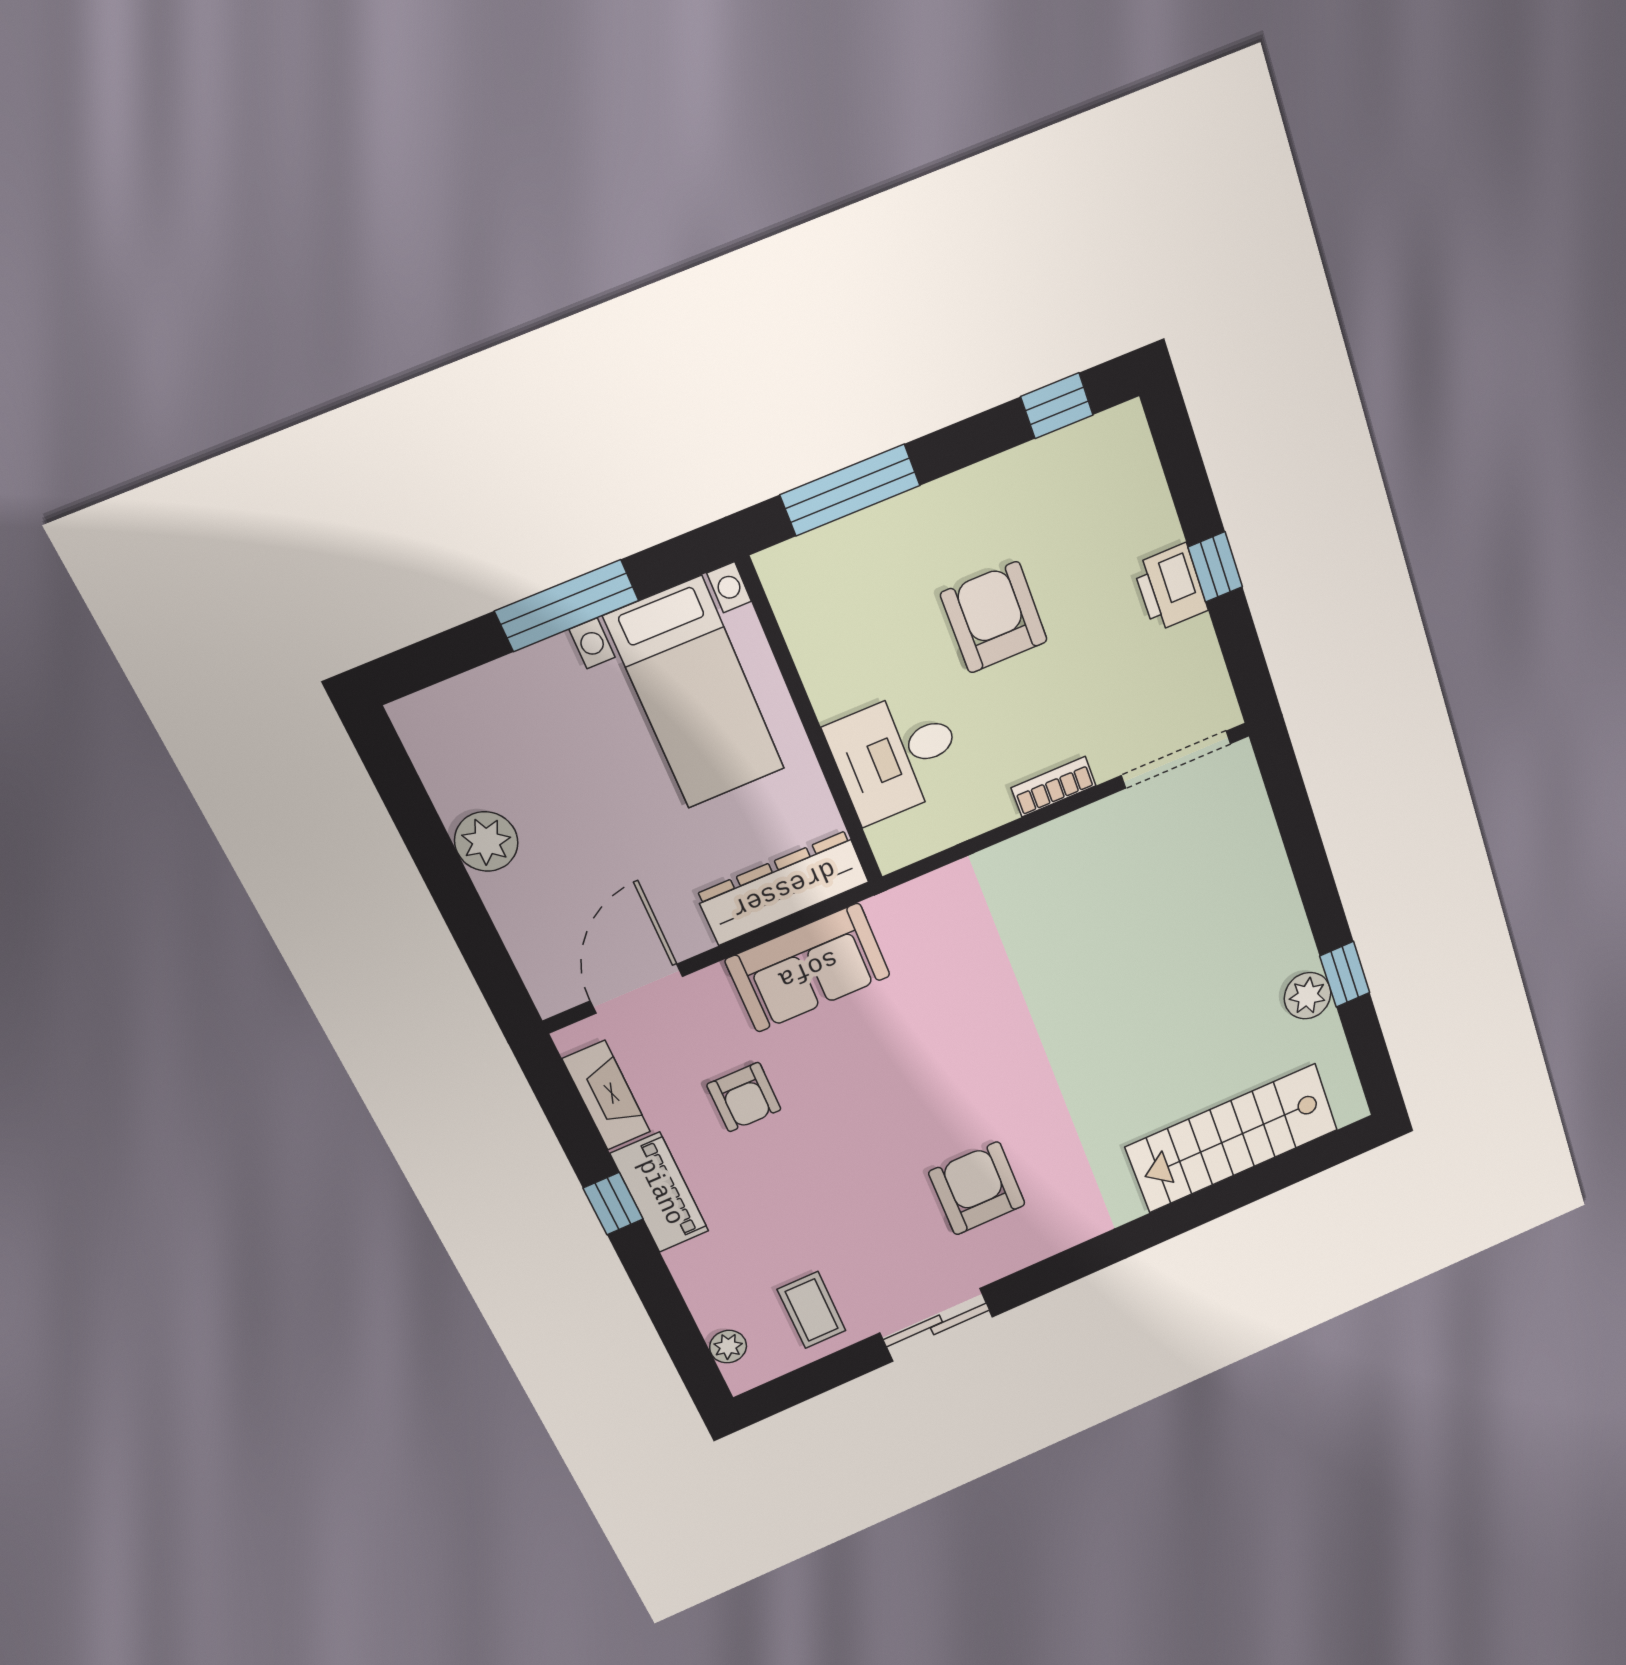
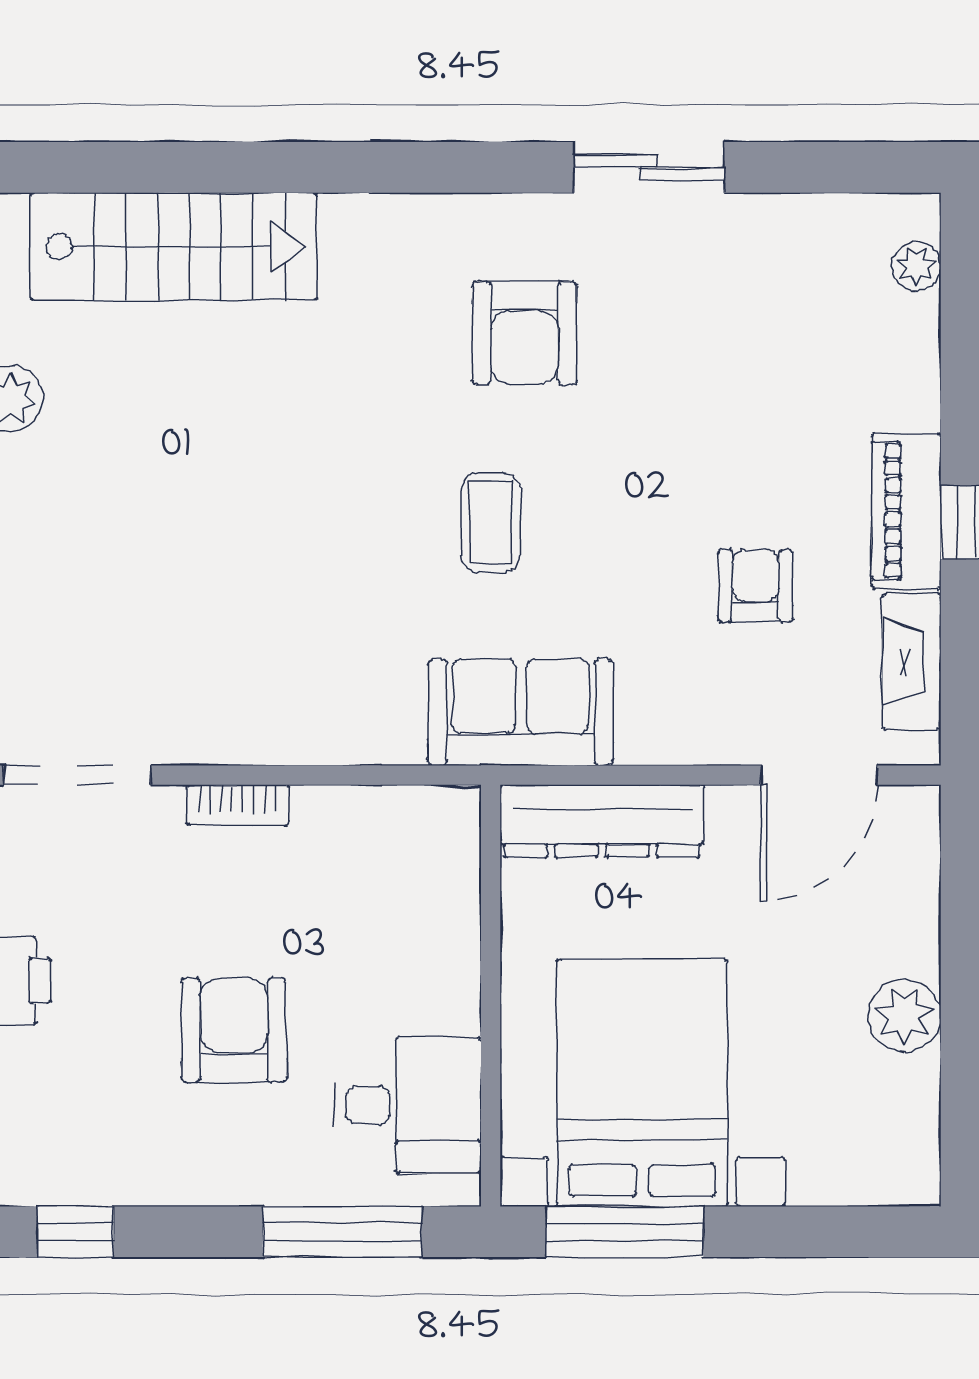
window: (567, 606) -> (625, 1232), moved
armchair: (994, 617) -> (234, 1030), turned 180
bed with nightstands: (695, 694) -> (642, 1083), width x1.36
desk: (897, 755) -> (408, 1105), moved
sofa: (808, 968) -> (521, 712), moved
coffee table: (812, 1310) -> (491, 523), moved

